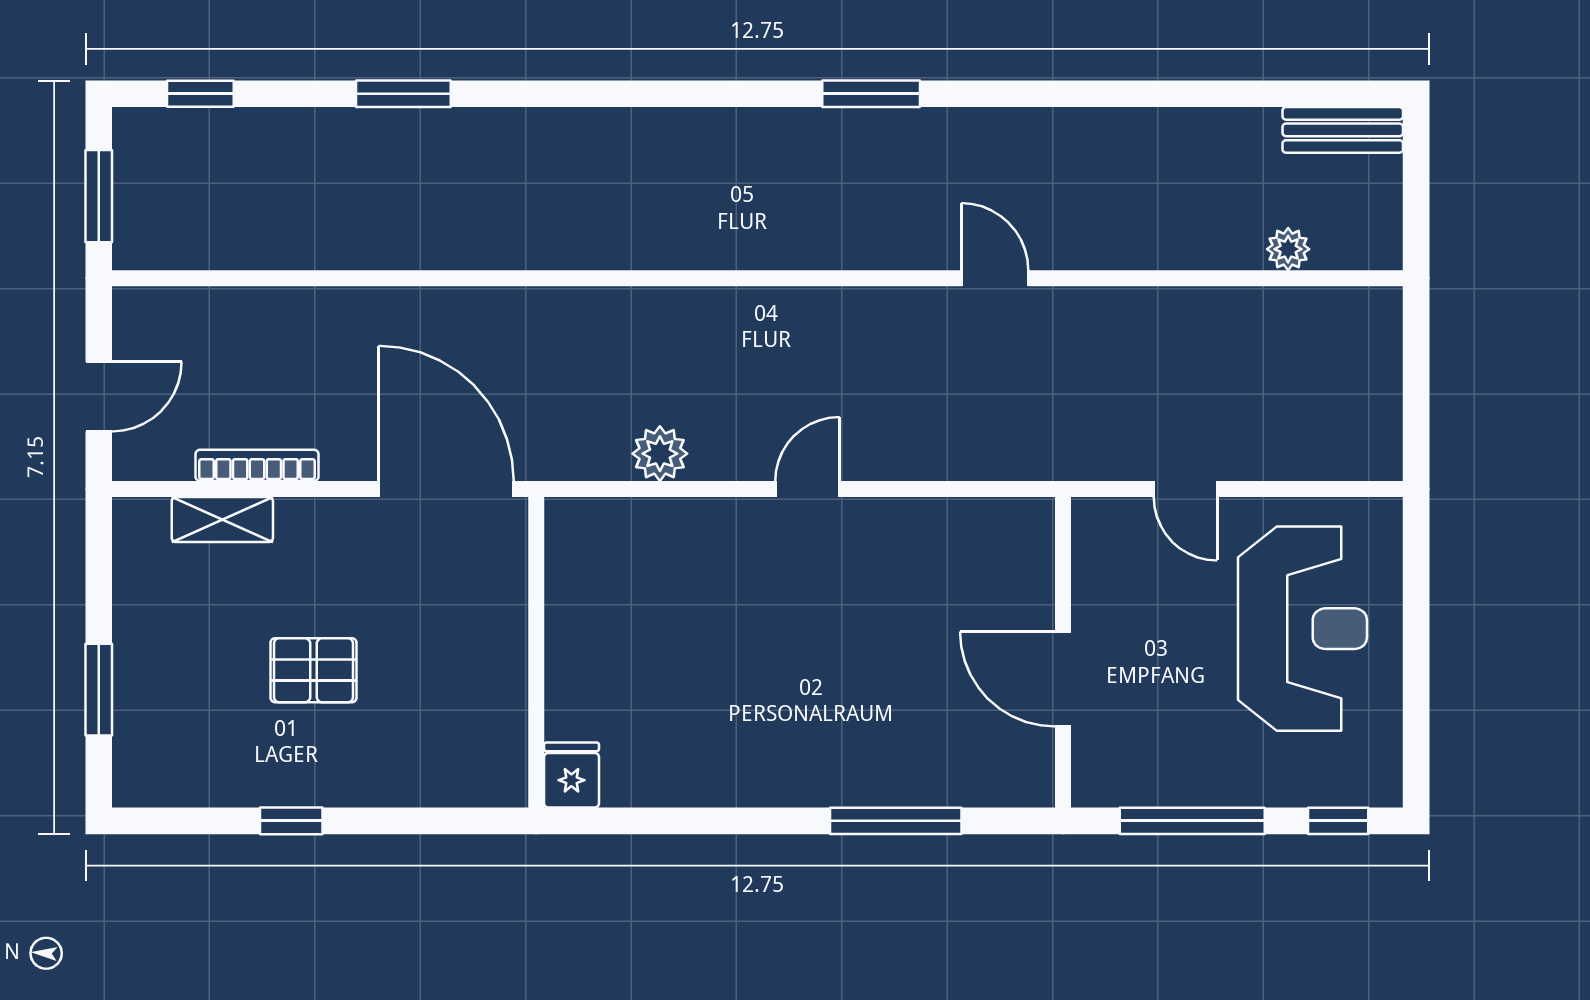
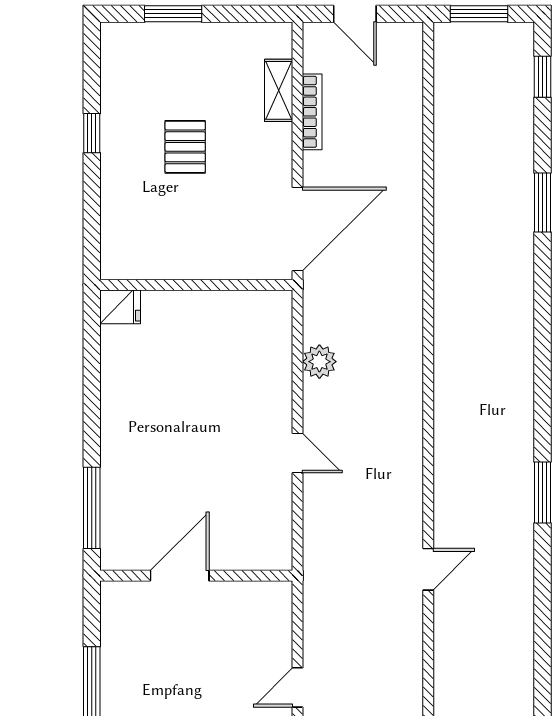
wall: (1063, 652) -> (196, 576), moved
door: (1063, 679) -> (180, 576), moved

